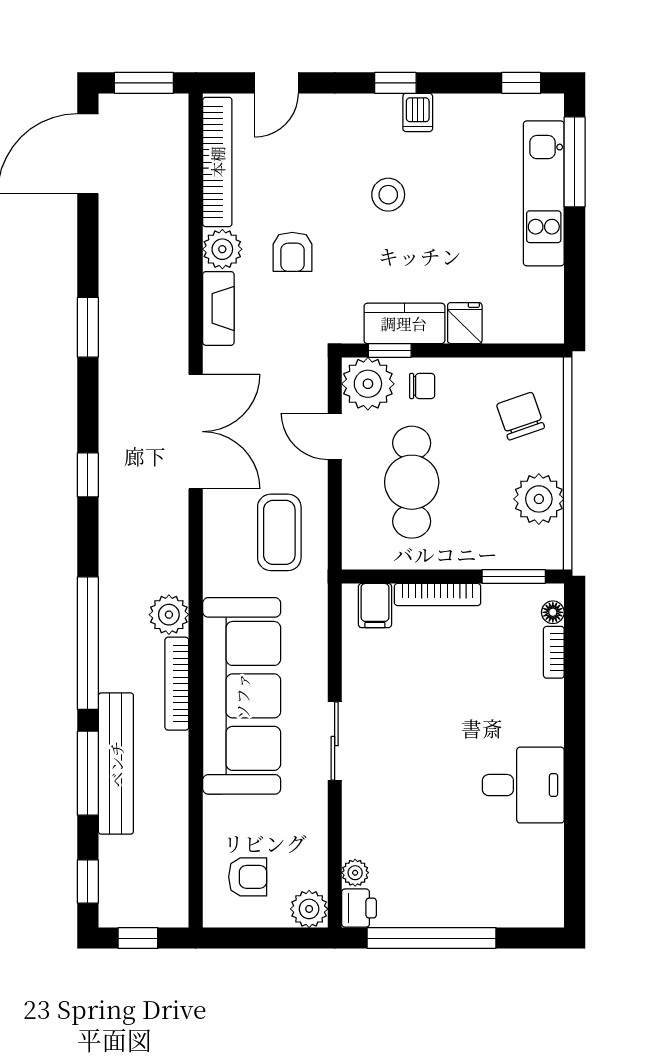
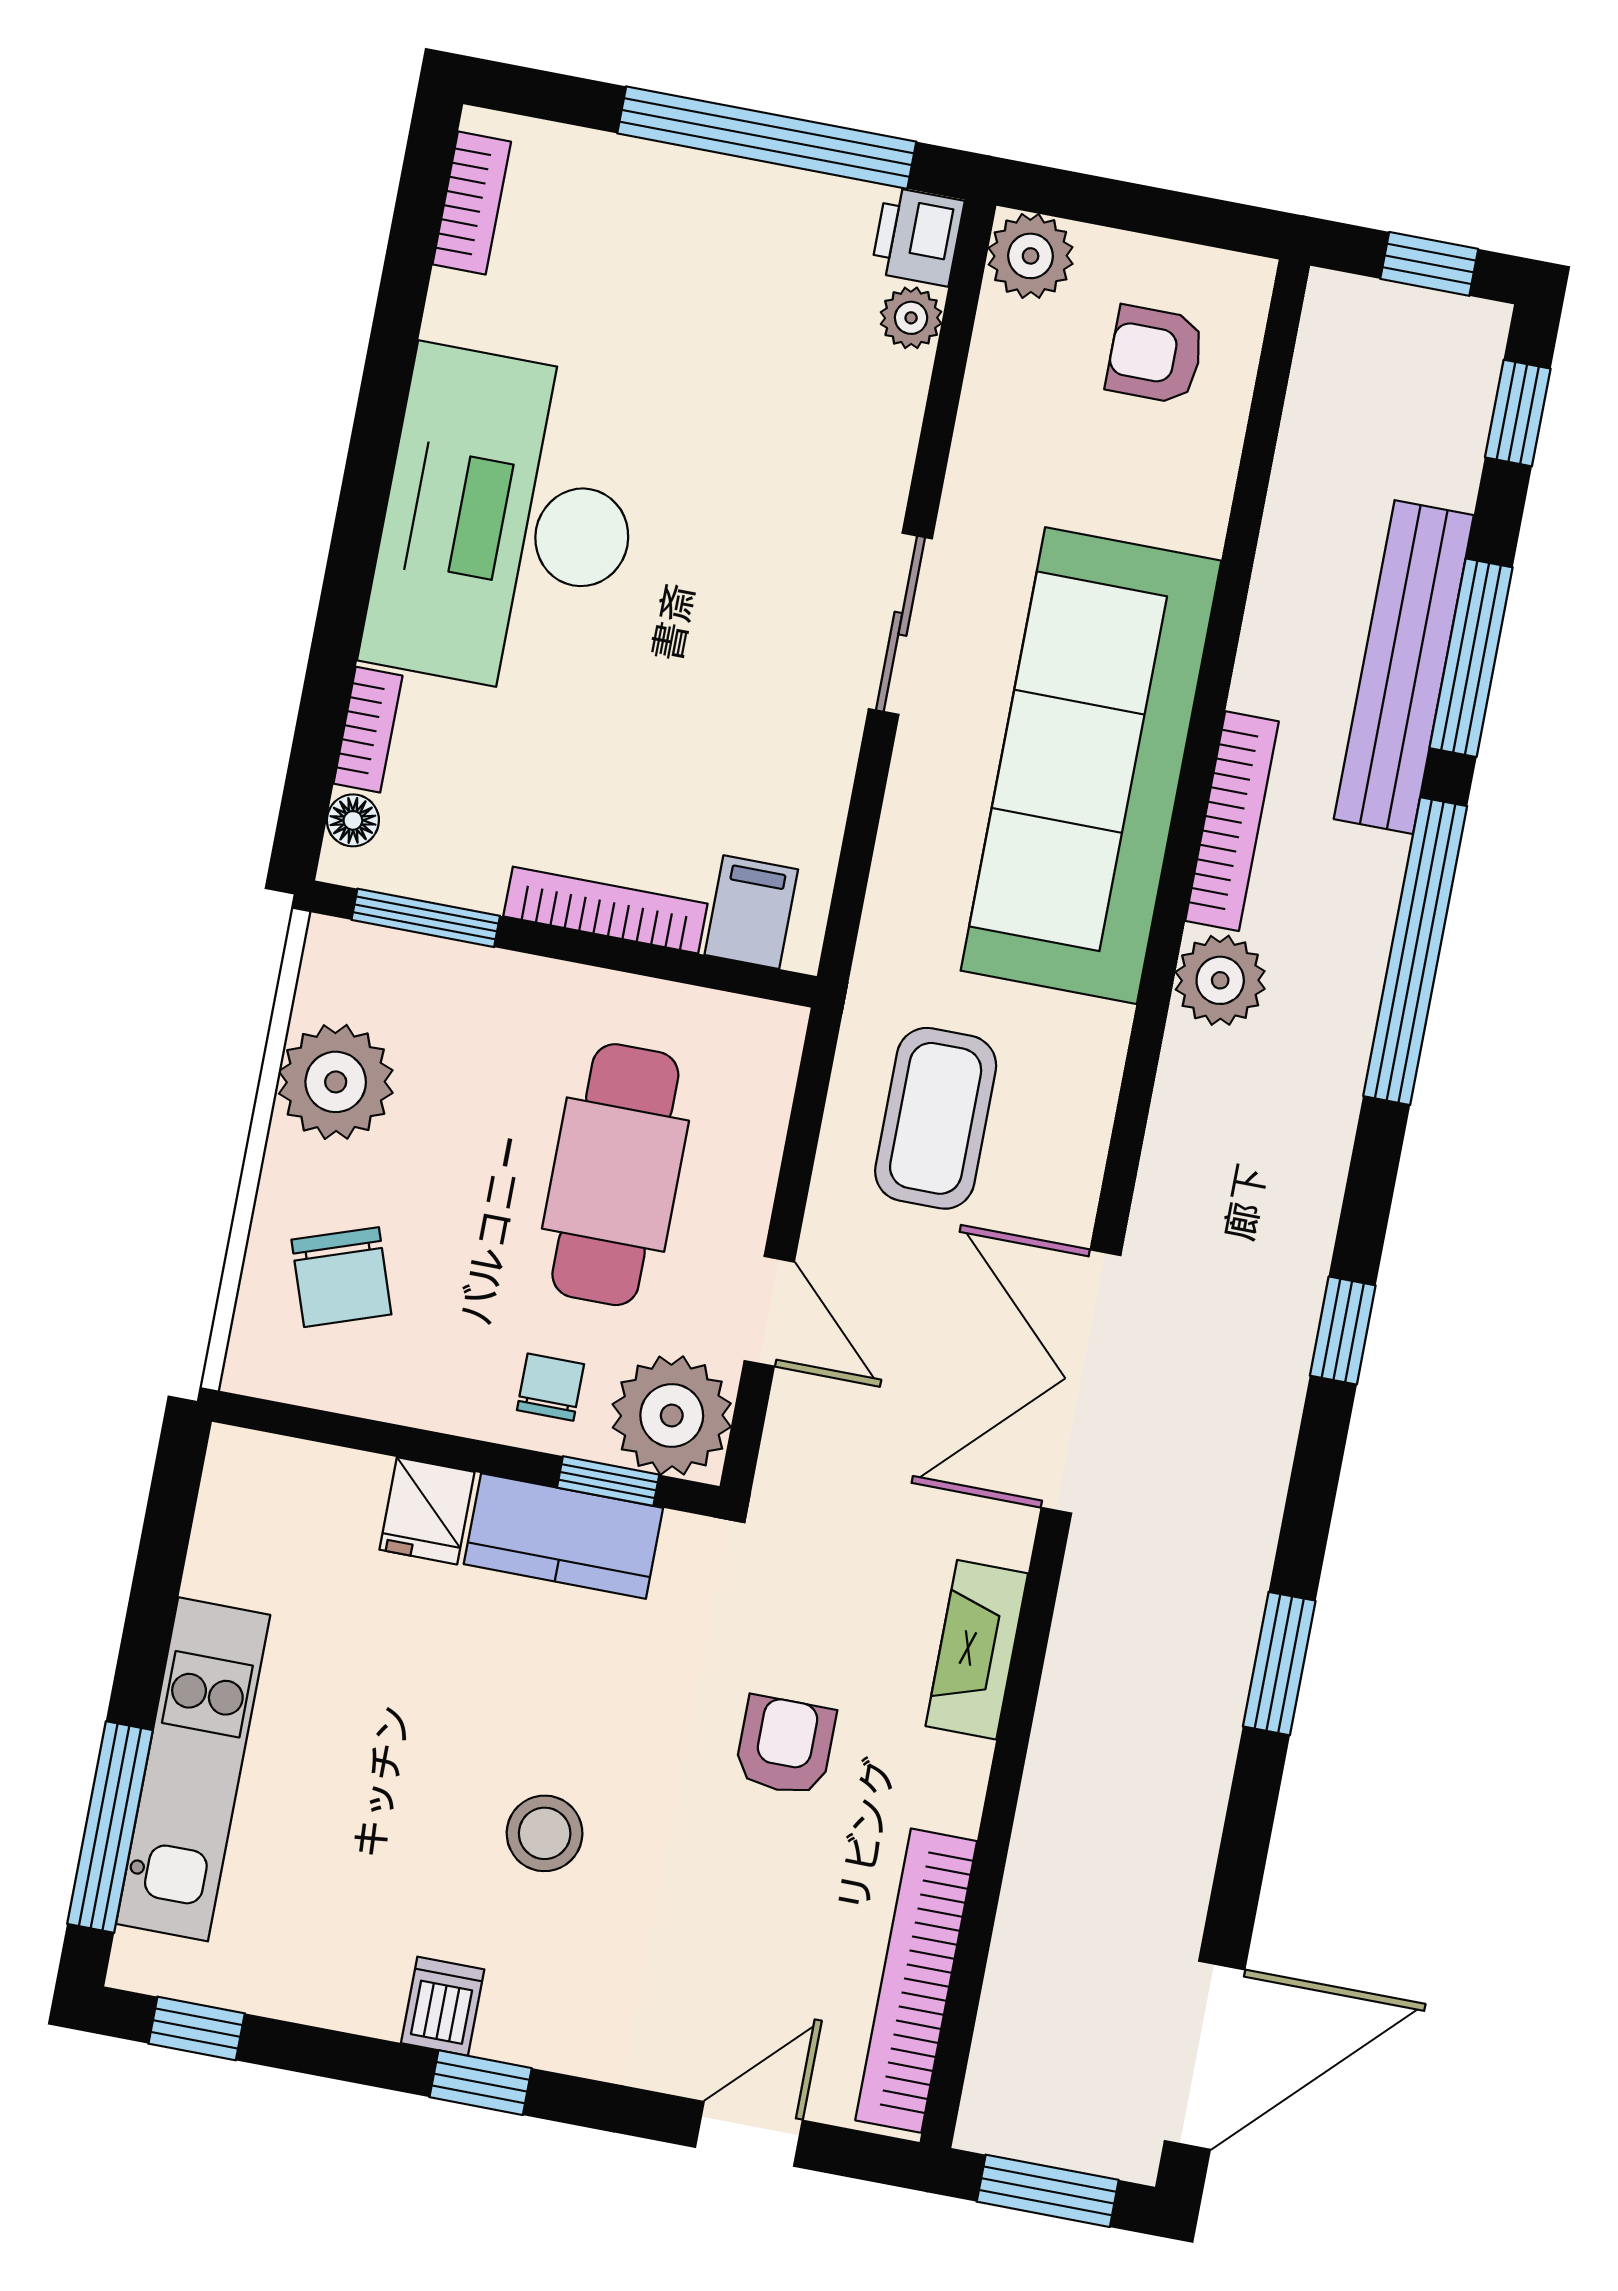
plant: (222, 249) -> (942, 1782), removed
chair: (422, 386) -> (550, 1387), turned 90
desk: (523, 785) -> (507, 523), width x1.87, depth x1.30
bookcase: (552, 886) -> (472, 203), added

